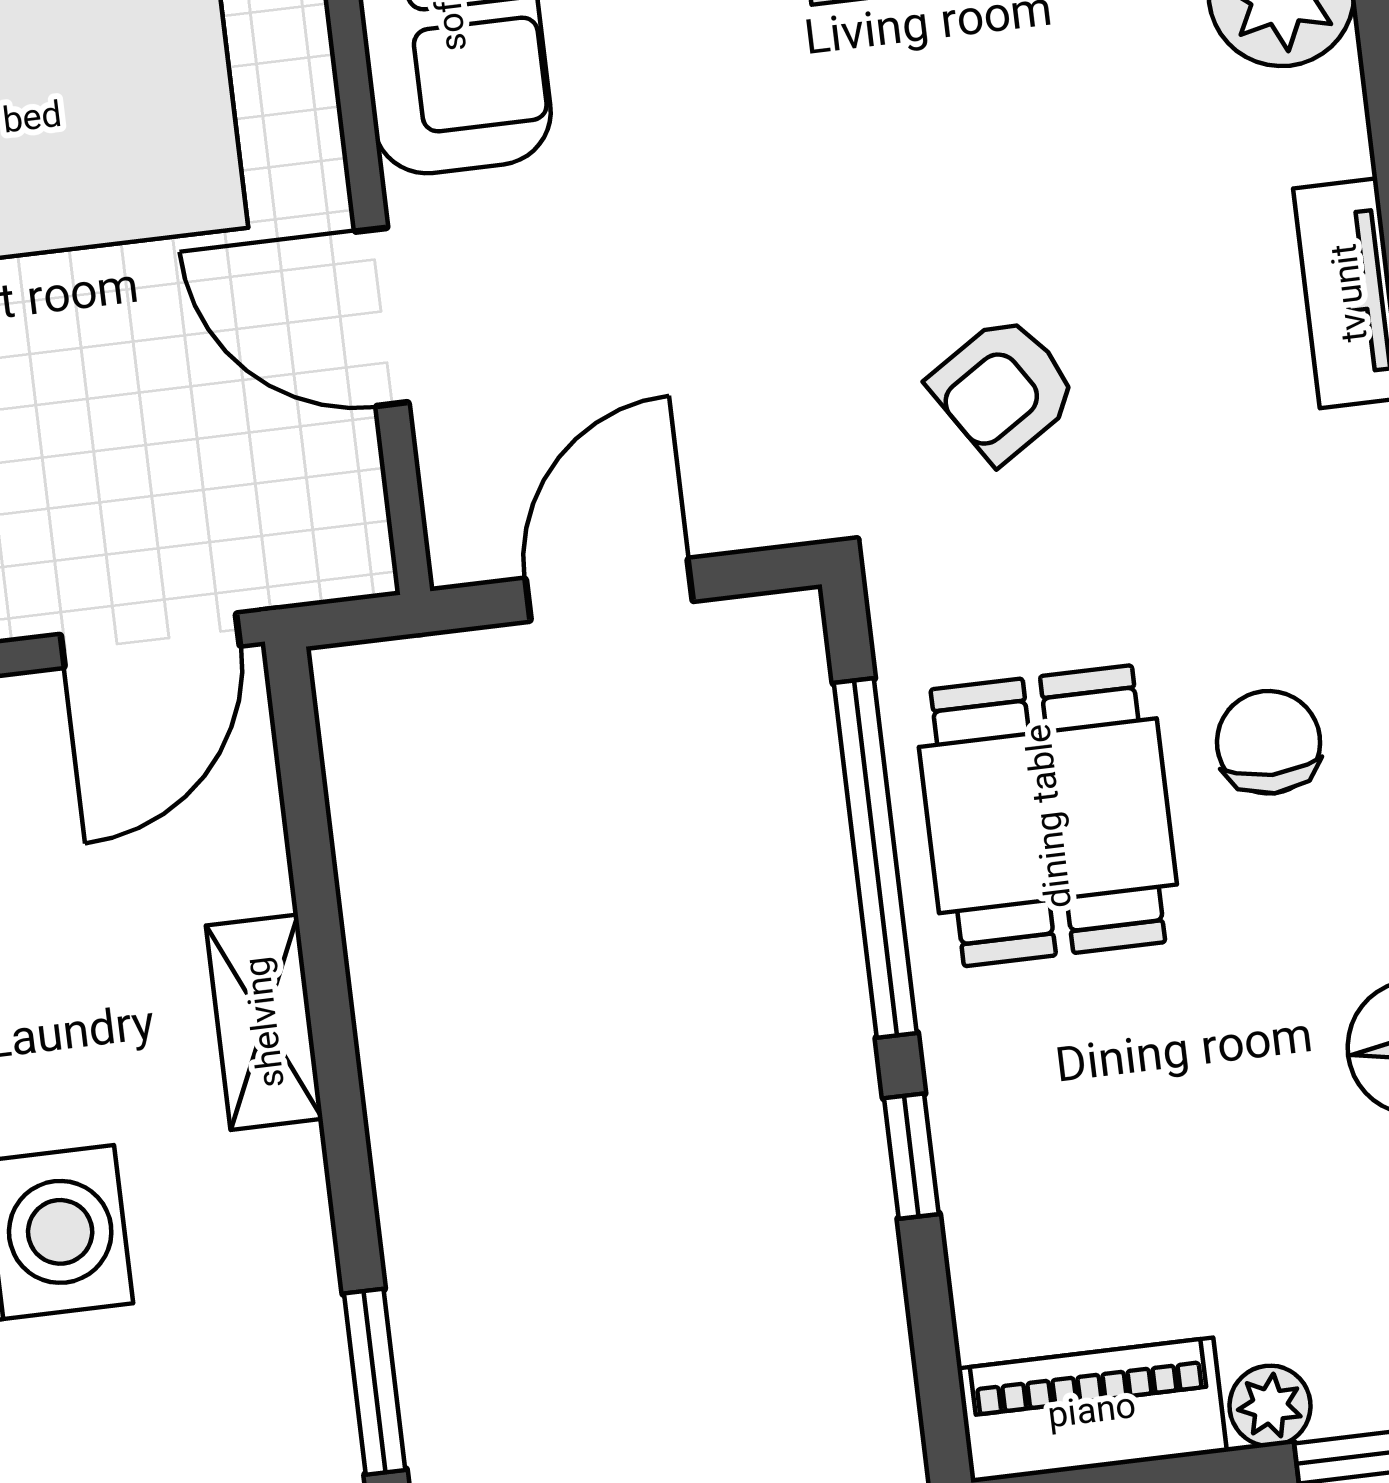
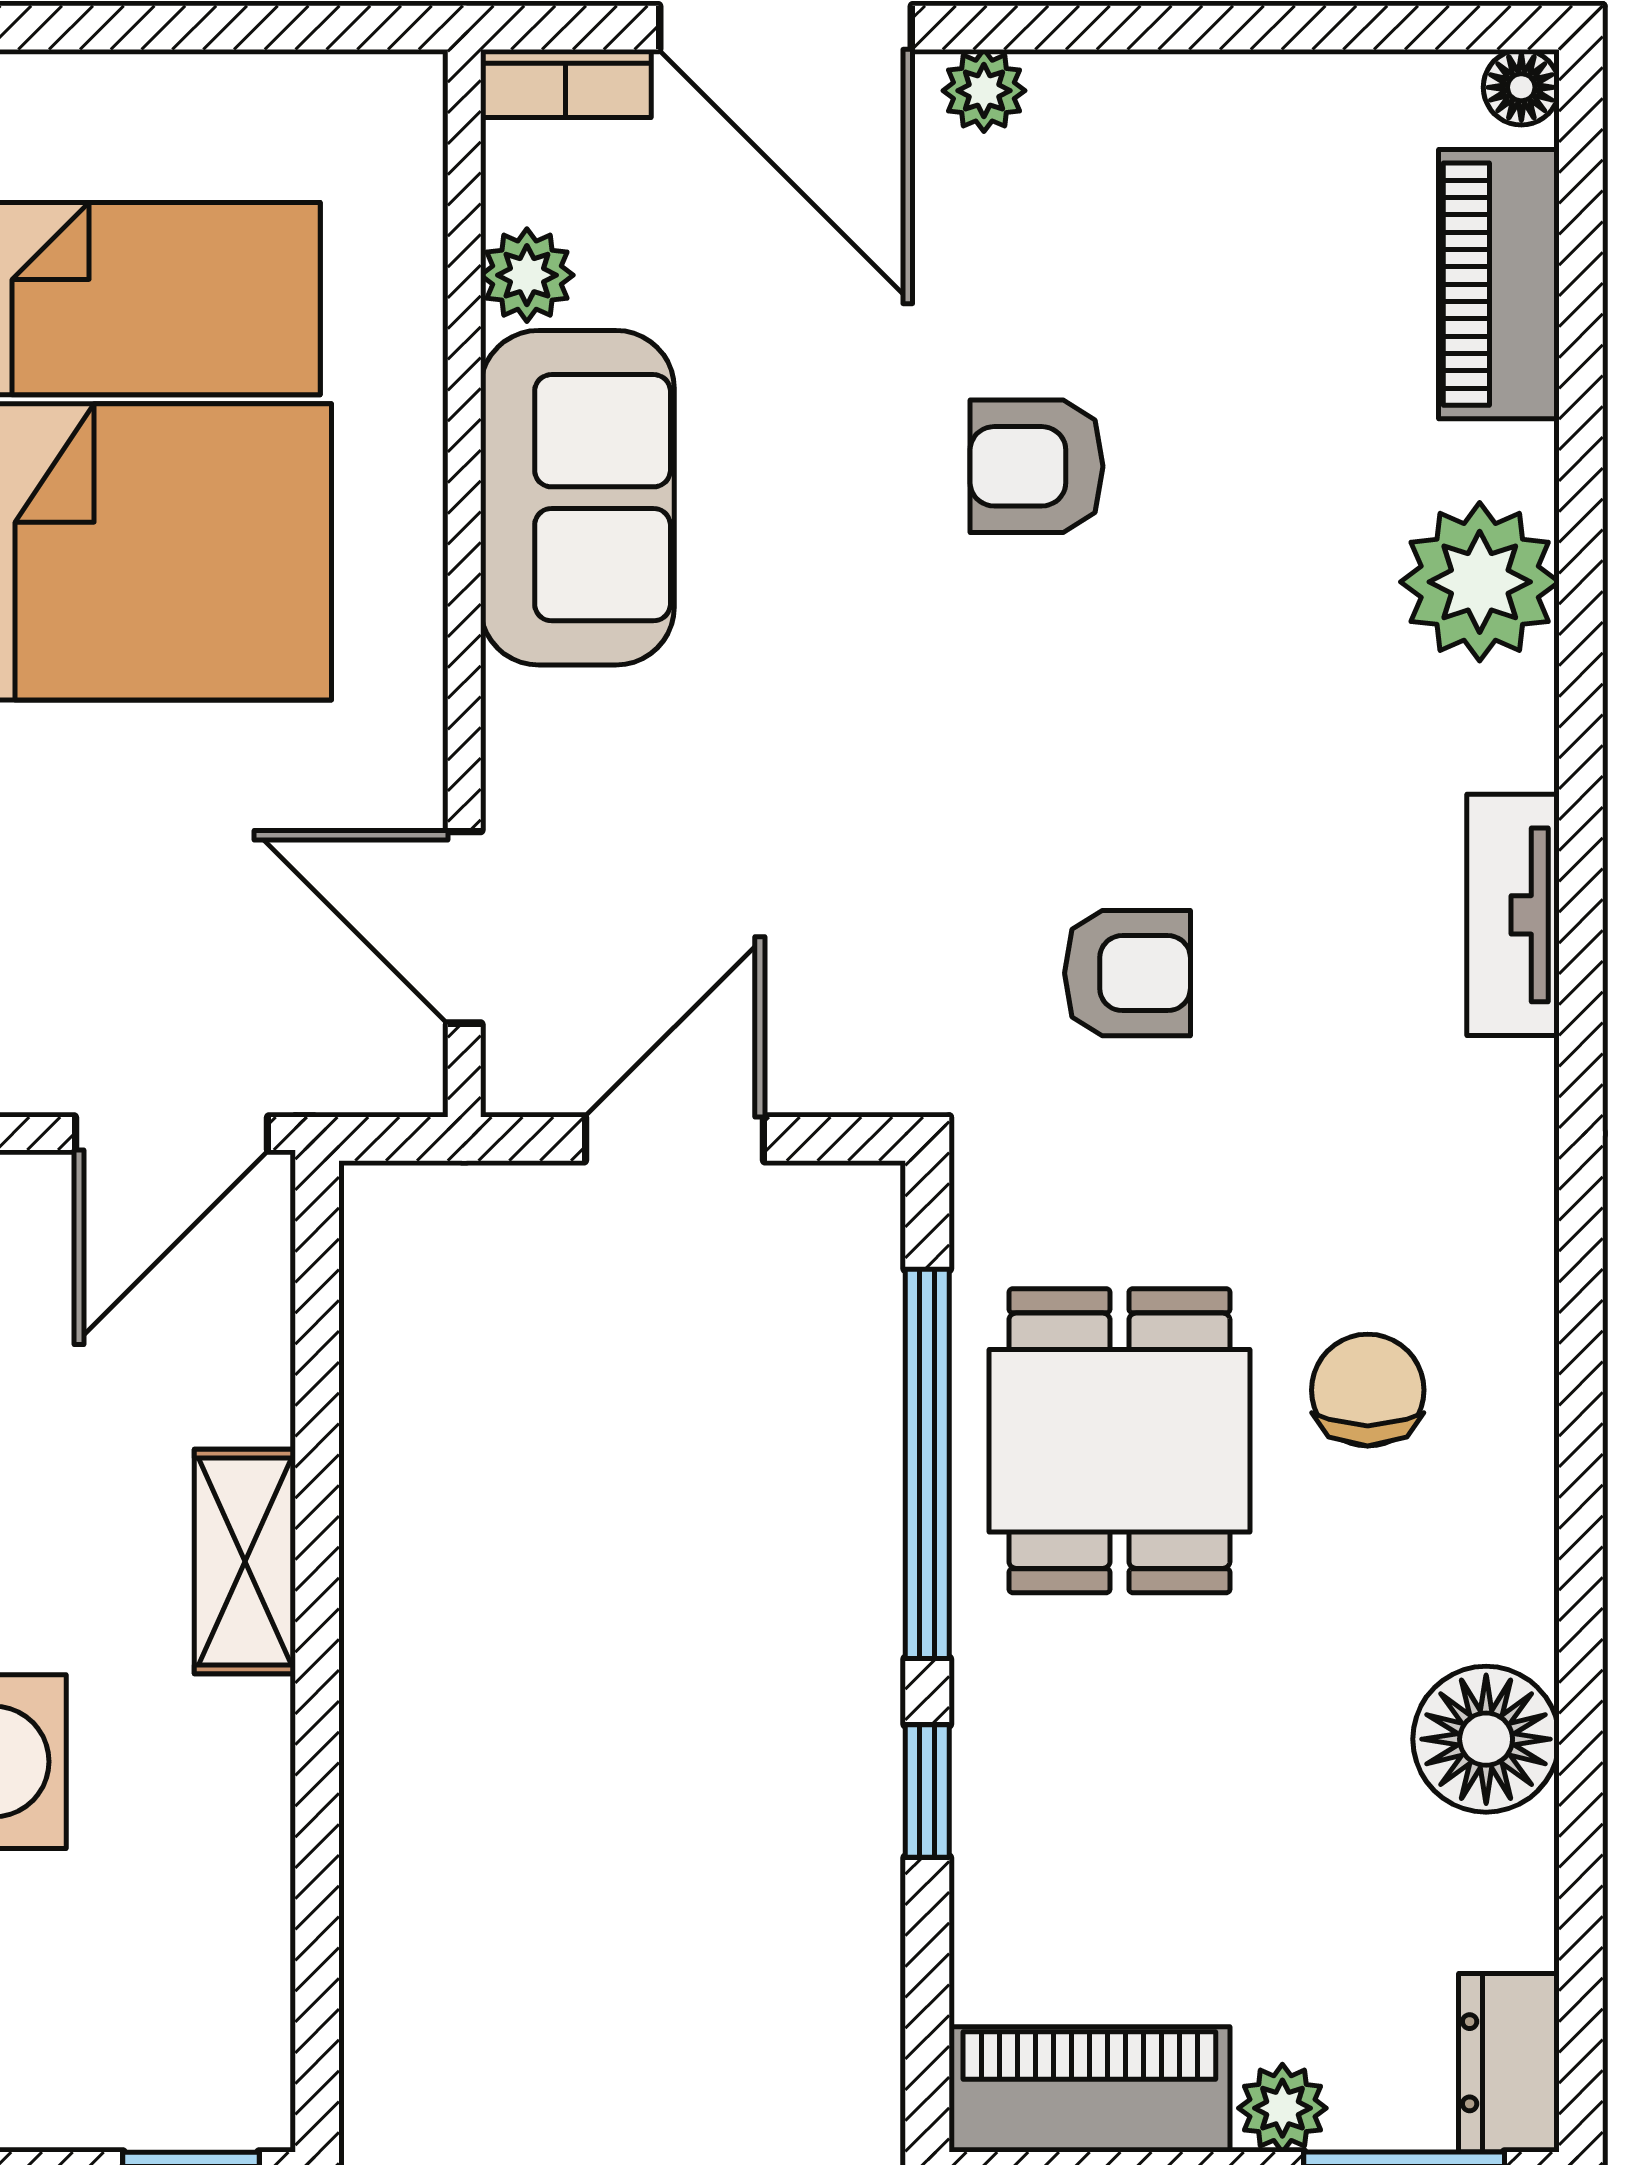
door: (382, 317) -> (464, 927), moved
armchair: (1004, 389) -> (1127, 973), turned -147
window: (375, 1382) -> (317, 1965), removed

